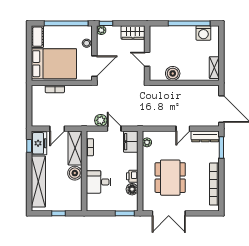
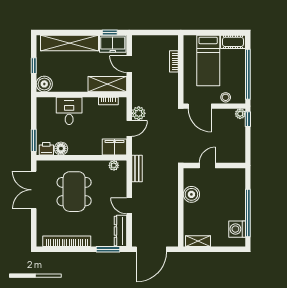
wardrobe: (133, 32) -> (238, 150), removed
bed: (54, 64) -> (208, 60), width x0.67
bench: (150, 122) -> (137, 168), added
boiler: (75, 173) -> (44, 84), moved
printer: (132, 176) -> (46, 149), moved
dining table: (170, 178) -> (74, 192), turned 90

